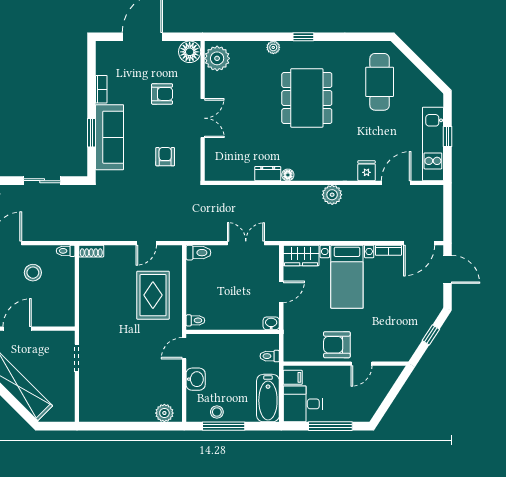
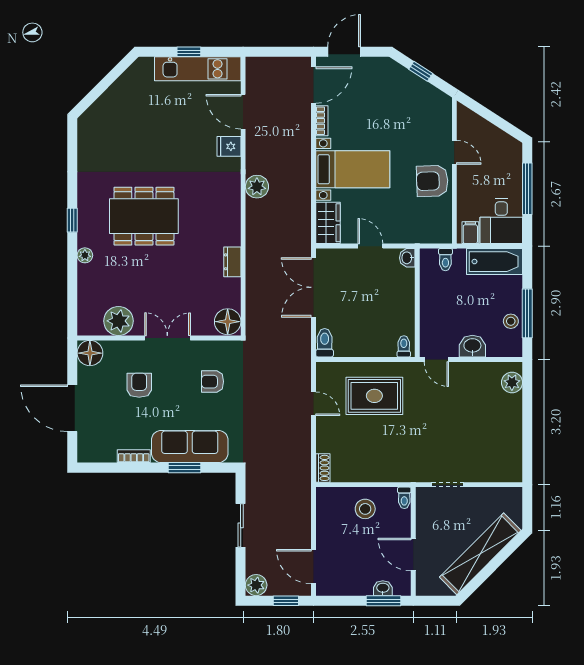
plant: (217, 58) -> (118, 321), moved
cafe table: (380, 82) -> (125, 131), removed
floor lamp: (288, 175) -> (228, 322), moved, width x1.89, depth x1.89
double door: (246, 243) -> (314, 287), width x1.37
door: (419, 243) -> (314, 85), hinge flipped
toilet: (66, 251) -> (404, 498), moved
stool: (33, 273) -> (365, 509), moved
armchair: (337, 345) -> (432, 181), turned 88

